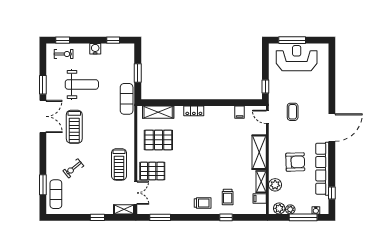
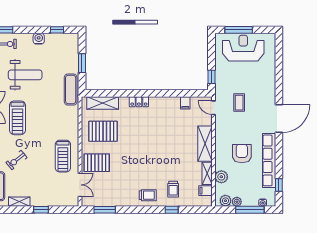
armchair: (295, 162) -> (242, 154), turned -88
shelving: (124, 209) -> (19, 202), moved

